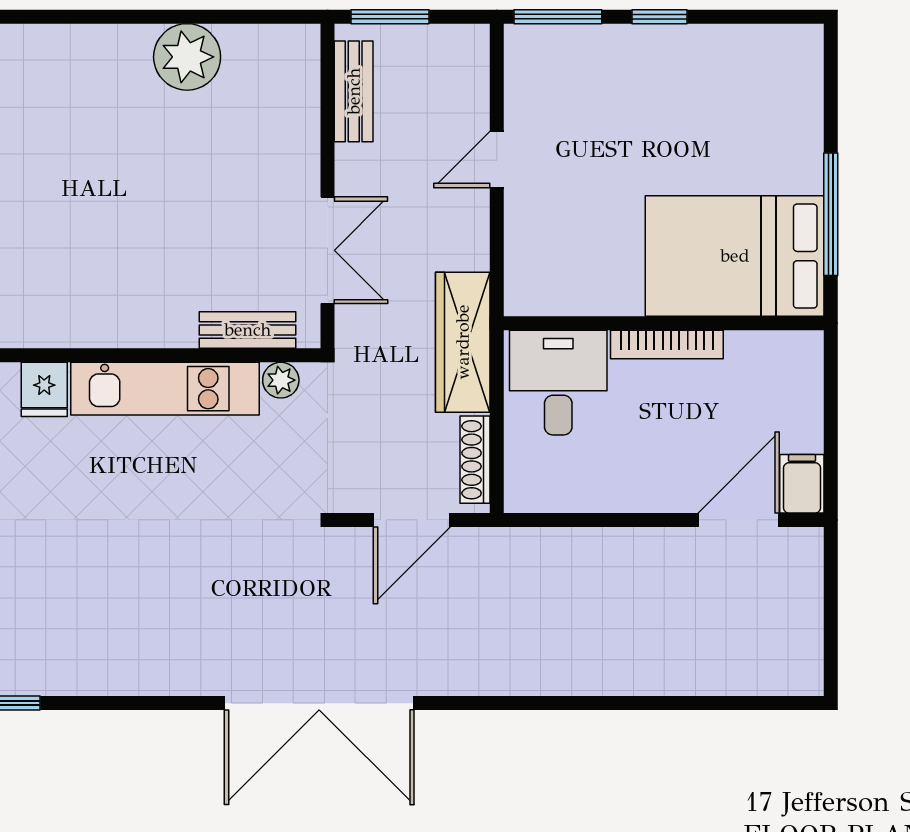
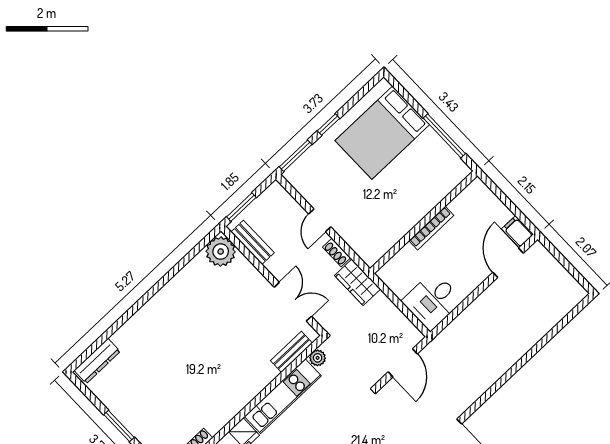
plant: (187, 57) -> (221, 252), moved
bed: (735, 256) -> (382, 133), moved
wardrobe: (463, 342) -> (358, 282), width x0.67
desk: (558, 383) -> (432, 301), moved, turned -90
shoe rack: (475, 460) -> (337, 252), moved, width x0.70

